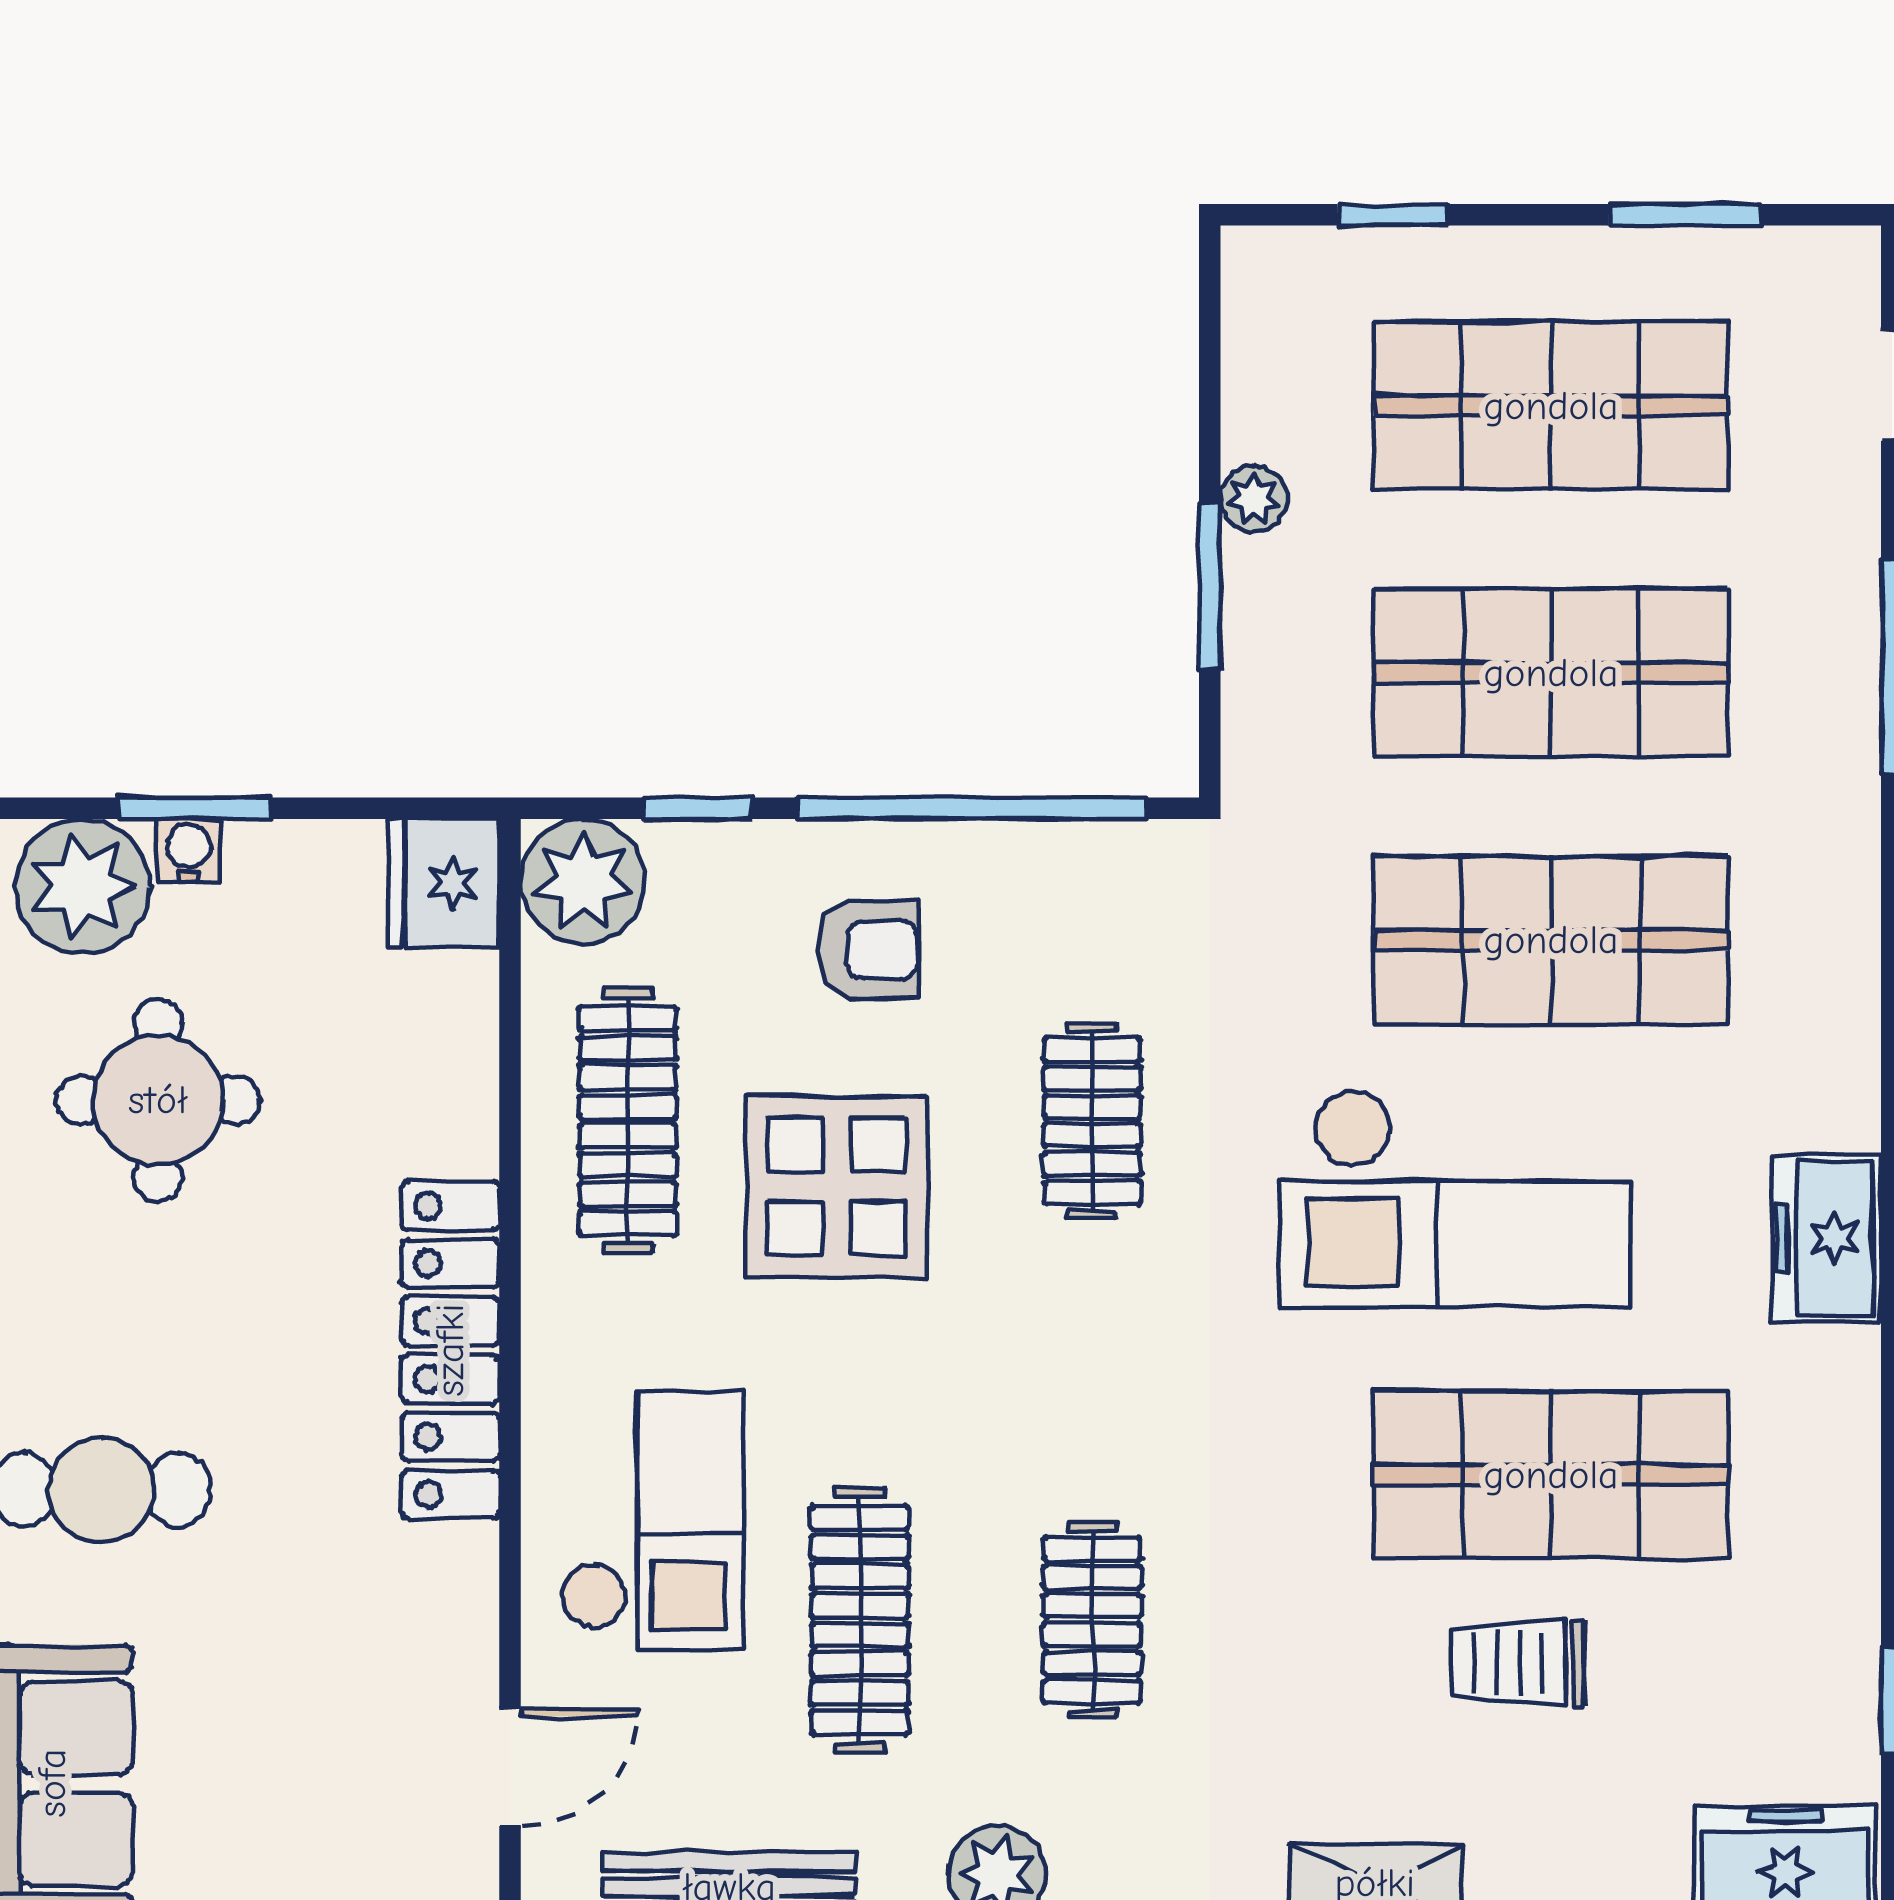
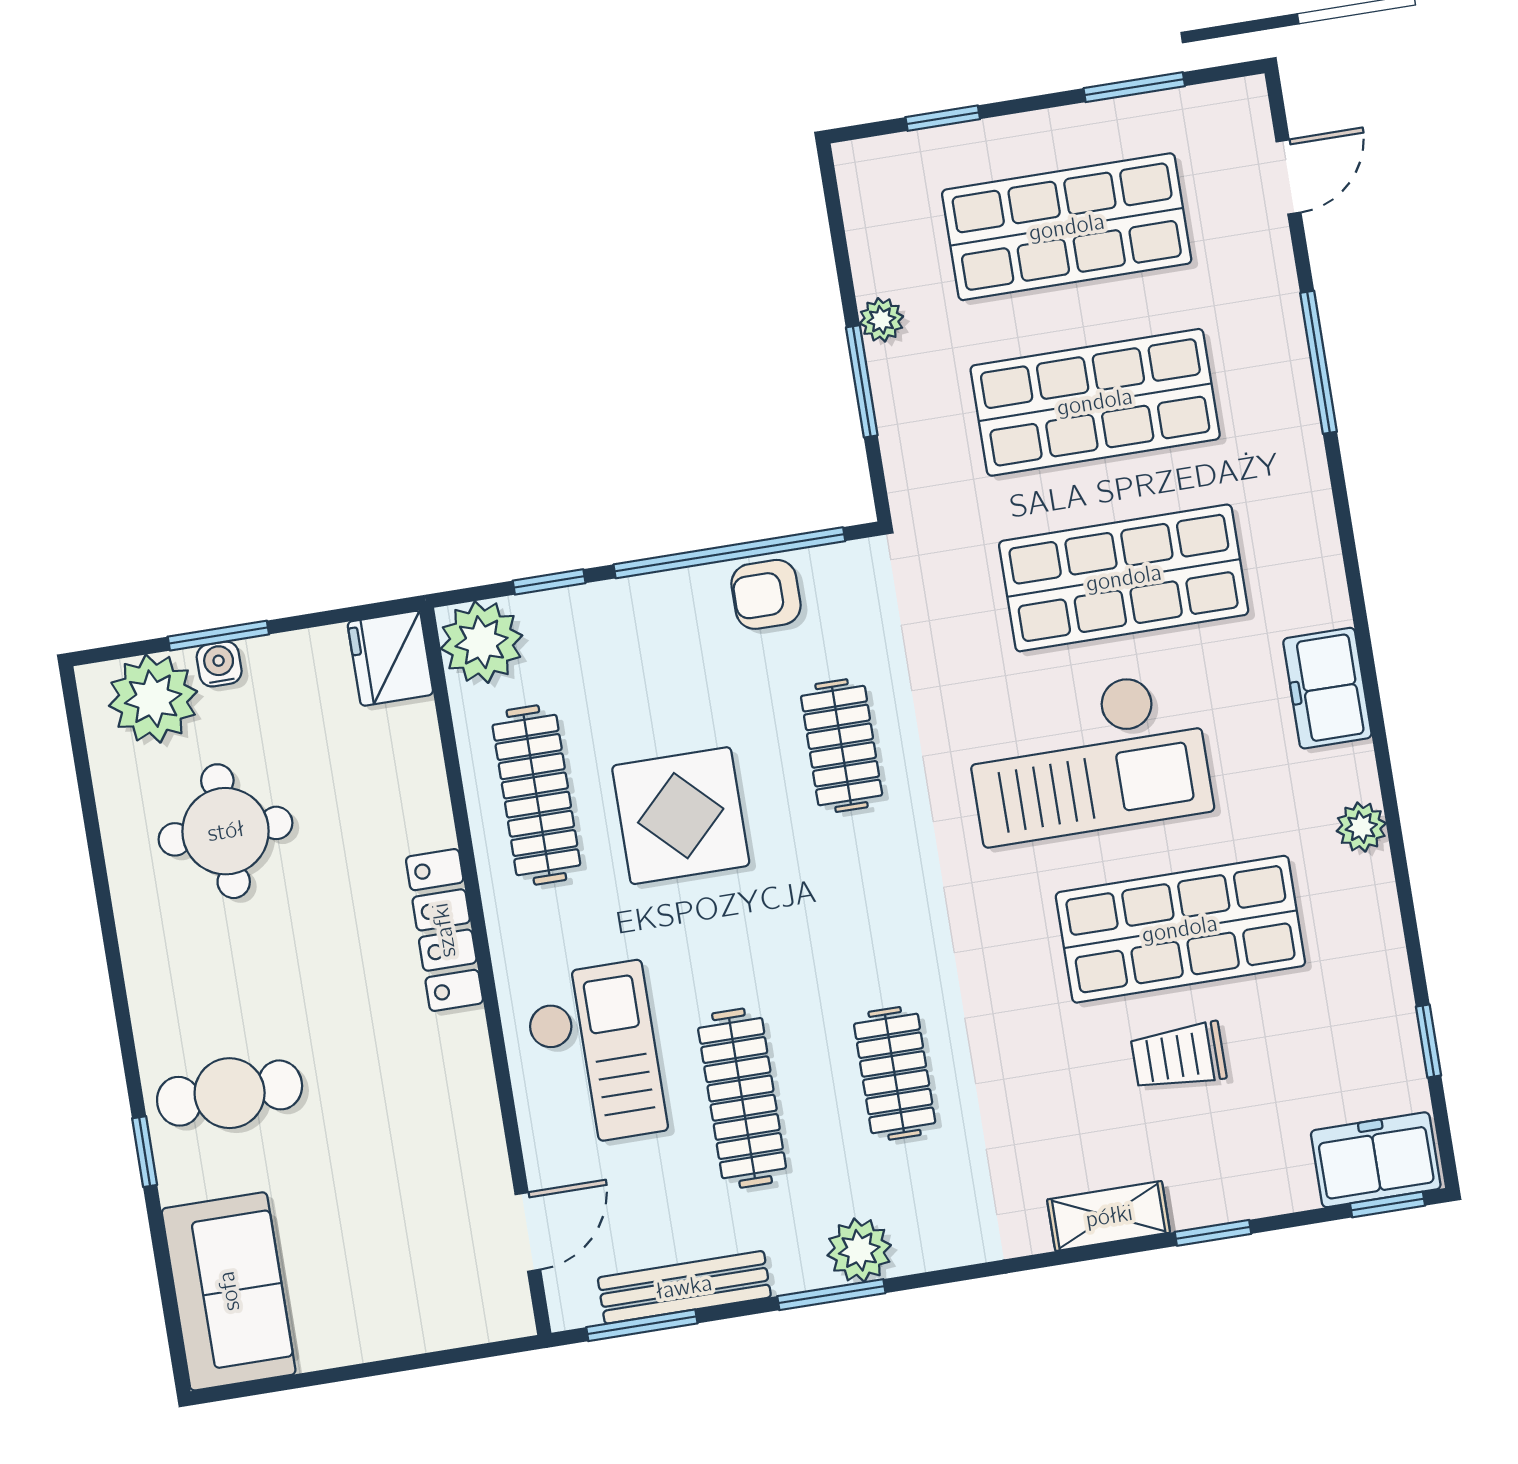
armchair: (868, 950) -> (766, 594), moved, turned 180
freezer: (1827, 1238) -> (1327, 688), moved
locker: (450, 1350) -> (444, 930), width x0.71, depth x0.83
plant: (1844, 1367) -> (1361, 827), added

